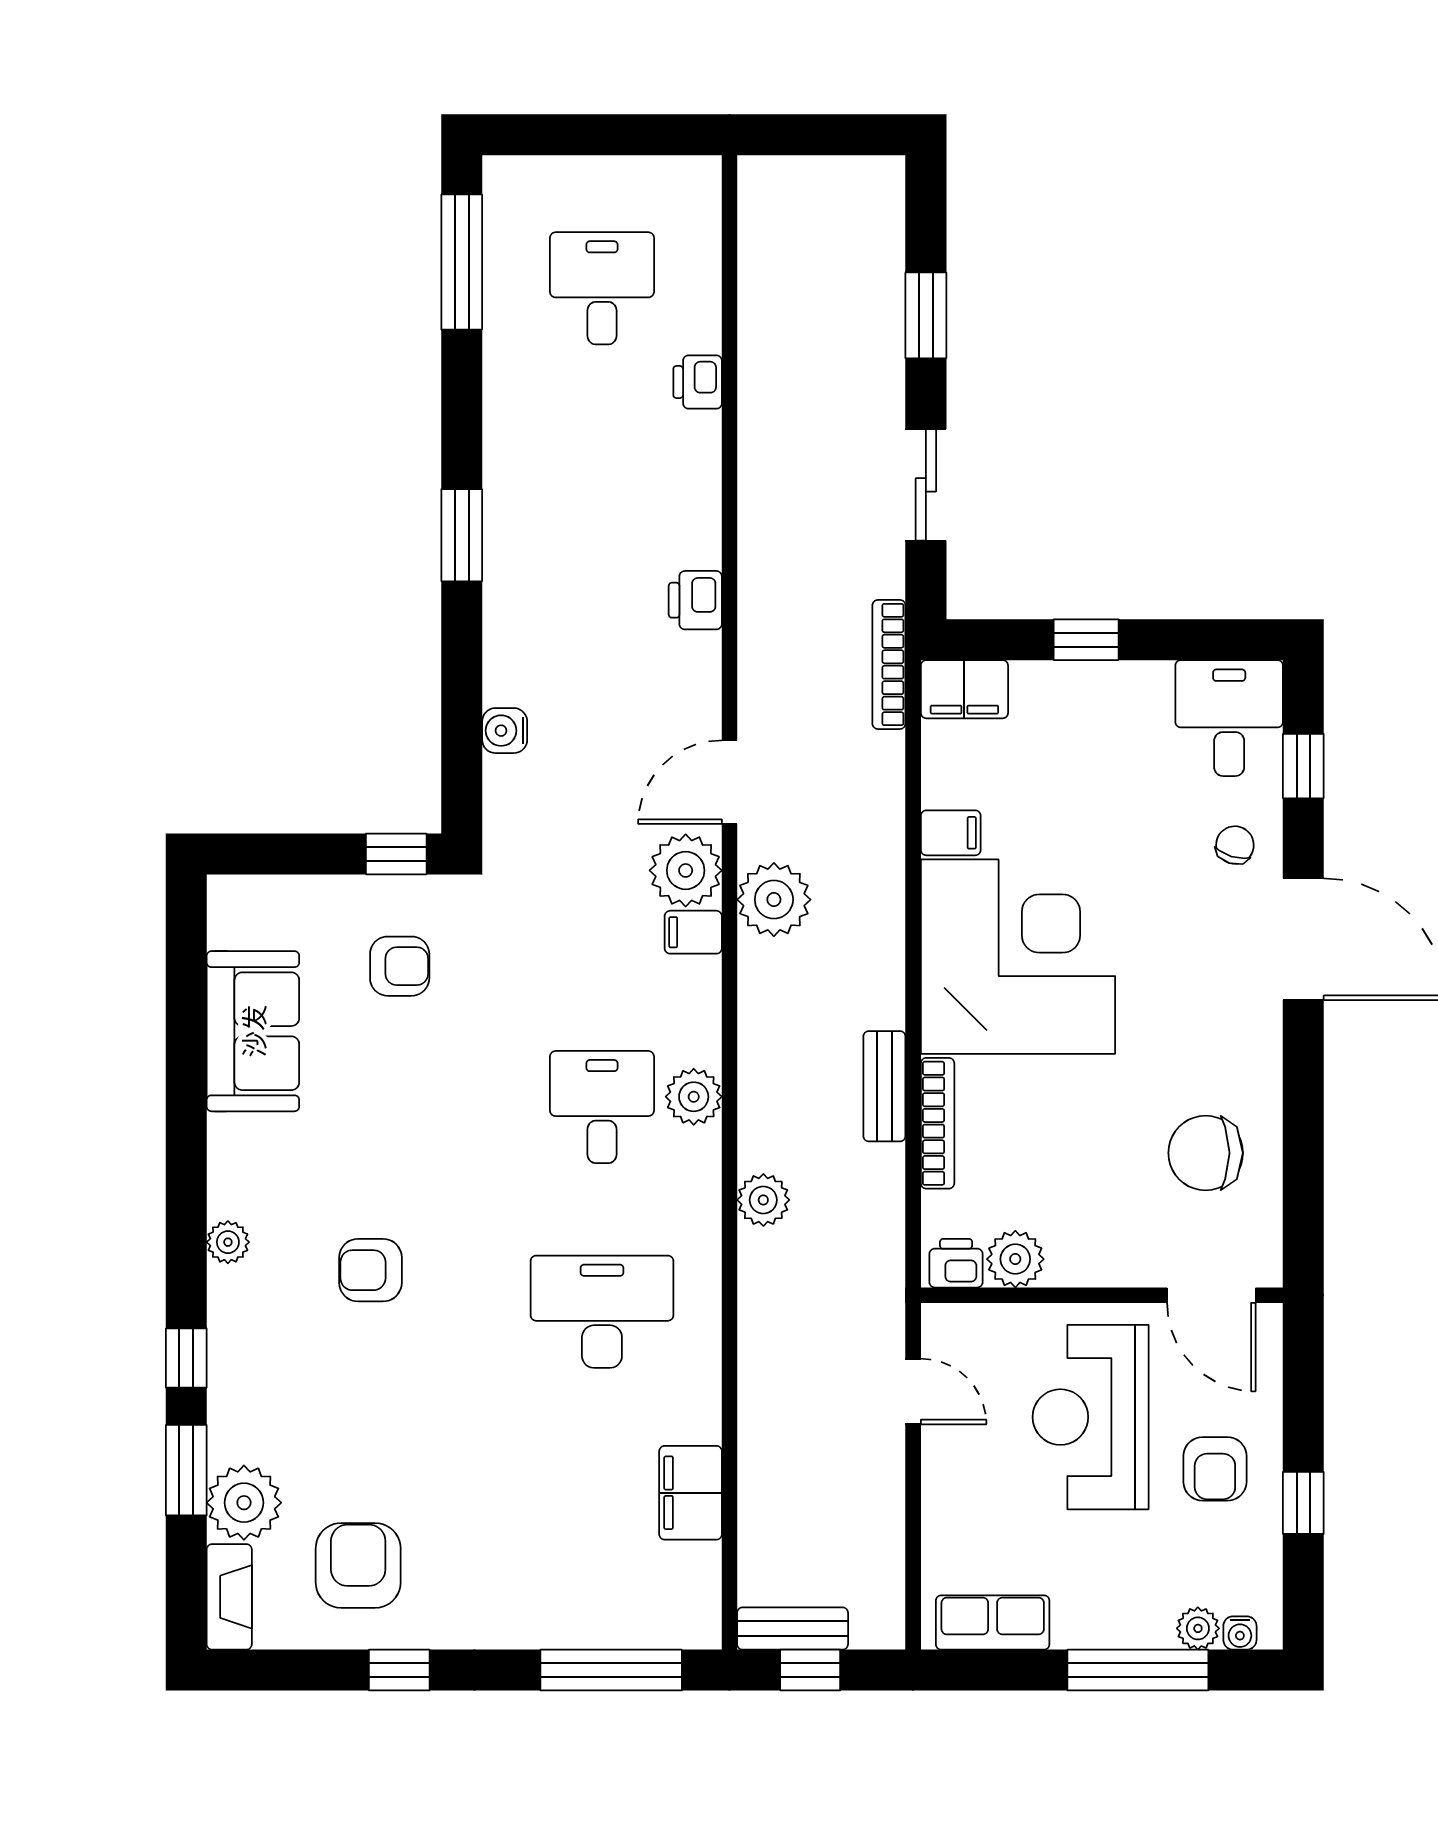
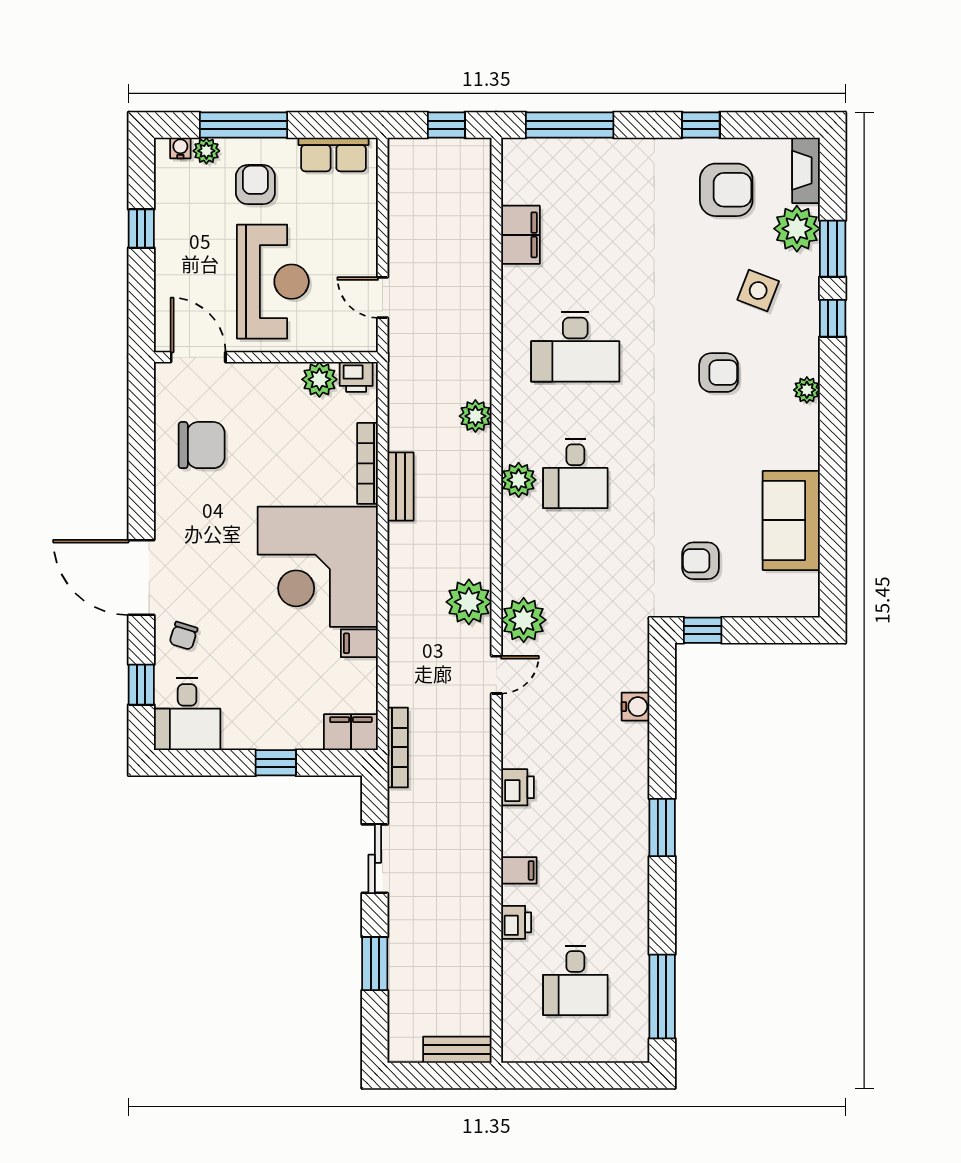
door: (729, 782) -> (496, 675), width x0.73
filing cabinet: (693, 932) -> (519, 870), moved
side table: (307, 1403) -> (758, 291), added
armchair: (1215, 1469) -> (255, 185), moved
armchair: (358, 1565) -> (726, 190), turned -90
bench: (793, 1629) -> (457, 1050), moved

